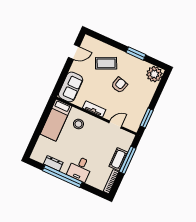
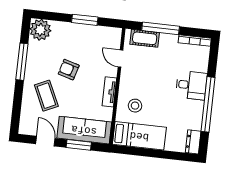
window: (136, 54) -> (22, 62), width x1.44
window: (64, 75) -> (79, 145), added
sofa: (71, 87) -> (84, 130), width x1.36
window: (147, 118) -> (85, 20), moved
cot: (118, 159) -> (145, 38), moved
dresser: (53, 163) -> (193, 142), moved

